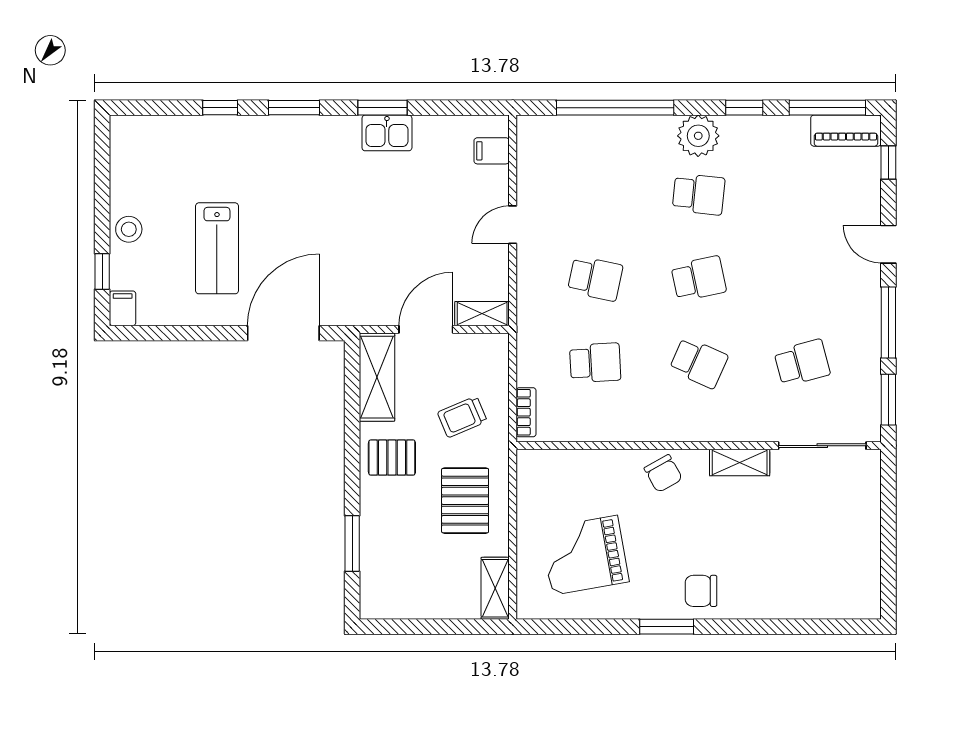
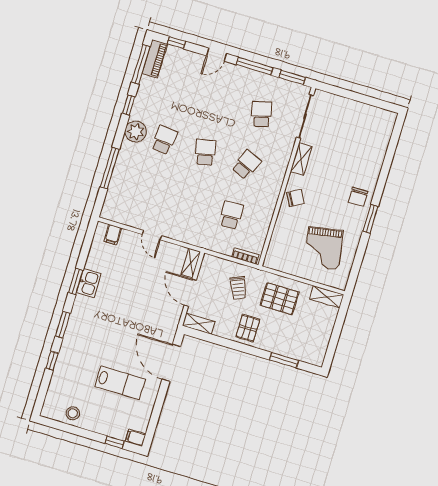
window: (615, 108) -> (110, 168), width x0.68
stool: (129, 229) -> (73, 413), moved
school desk: (595, 278) -> (190, 203), removed
shelving: (377, 377) -> (199, 324), width x0.67, depth x0.75

